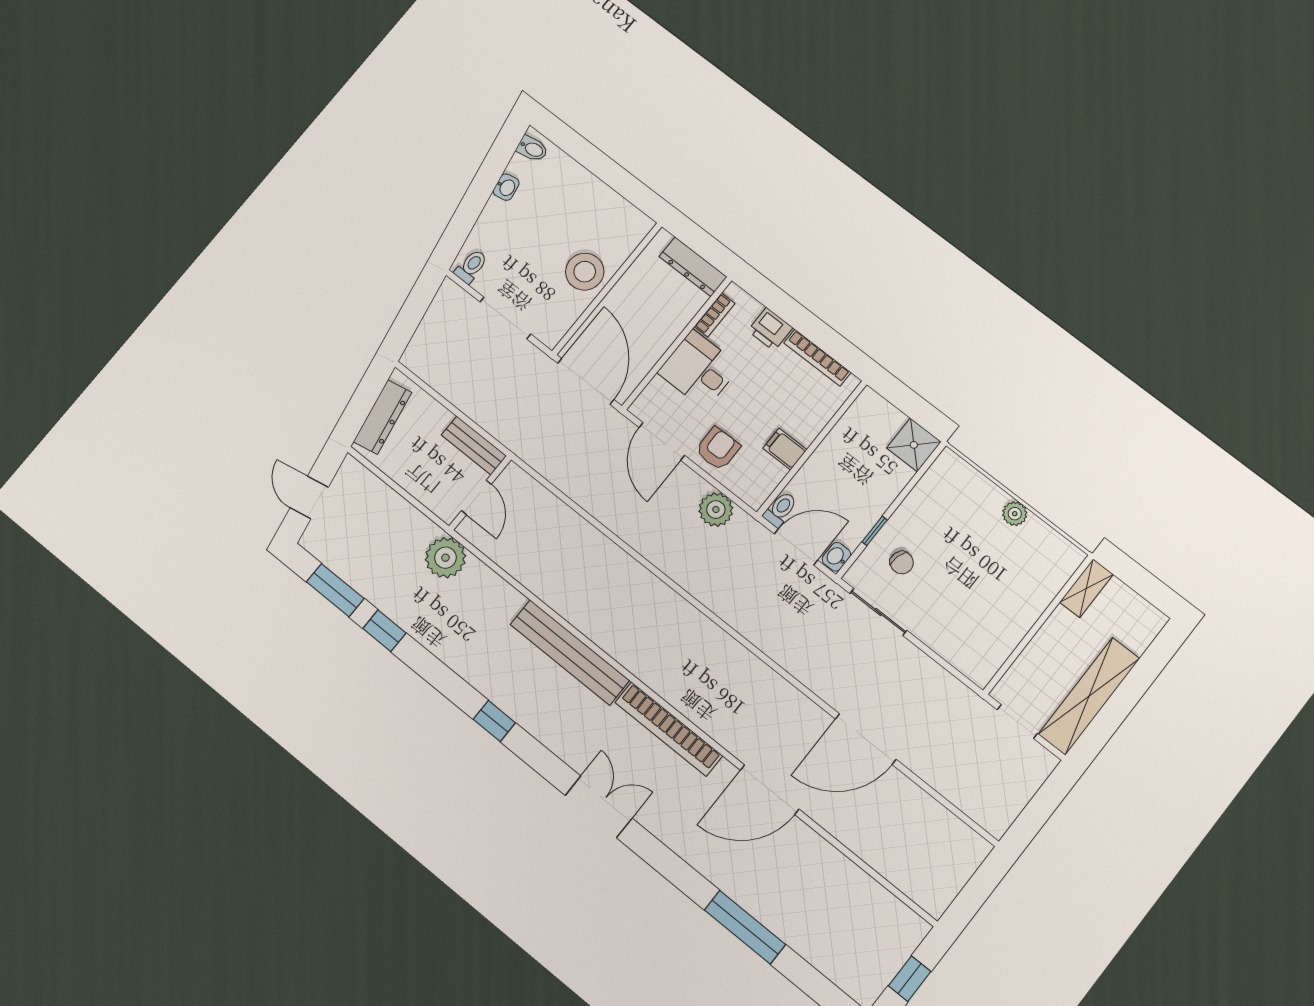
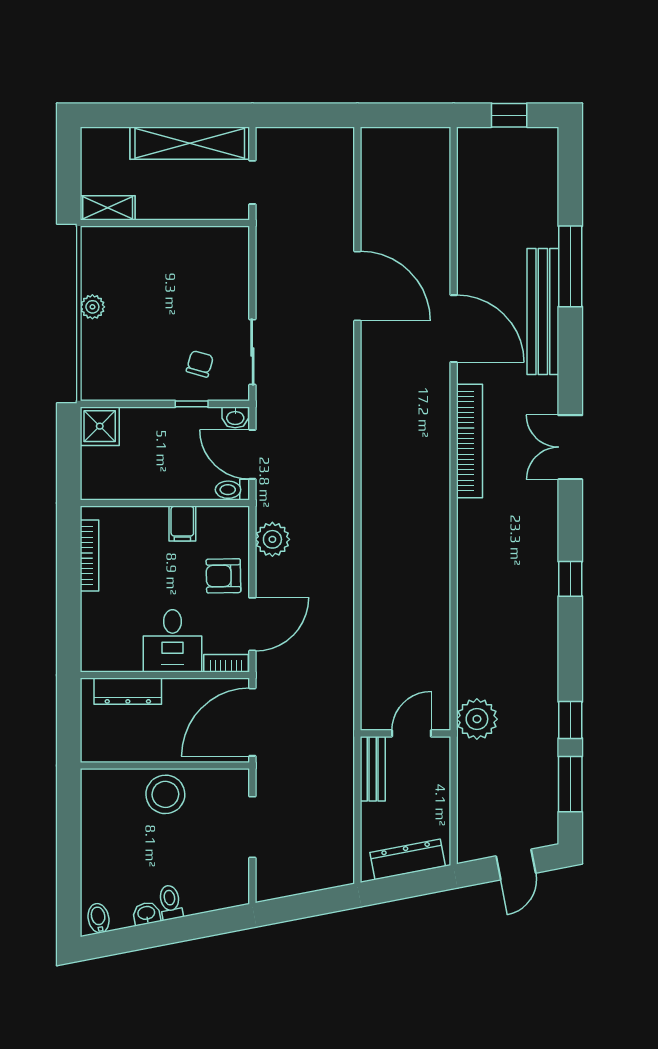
toilet: (471, 266) -> (170, 902), moved, turned 79
dresser: (693, 267) -> (128, 691), moved, turned 90
bookcase: (715, 315) -> (226, 663), moved
printer: (770, 329) -> (96, 610), removed
bench: (570, 652) -> (543, 311), moved

